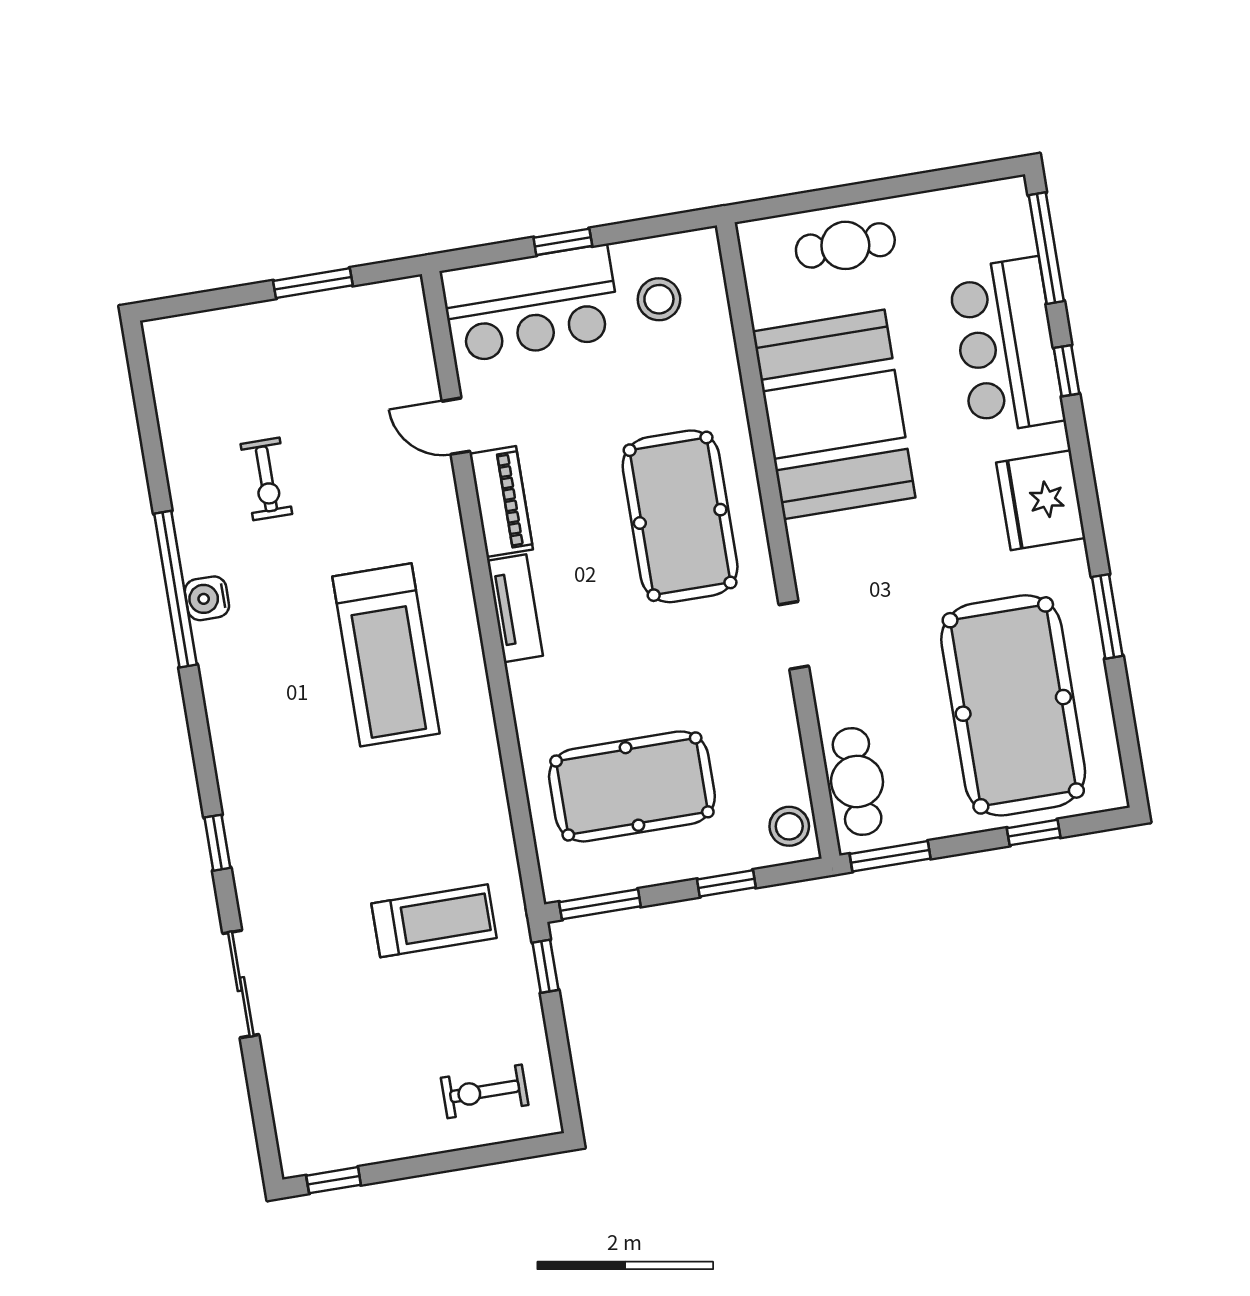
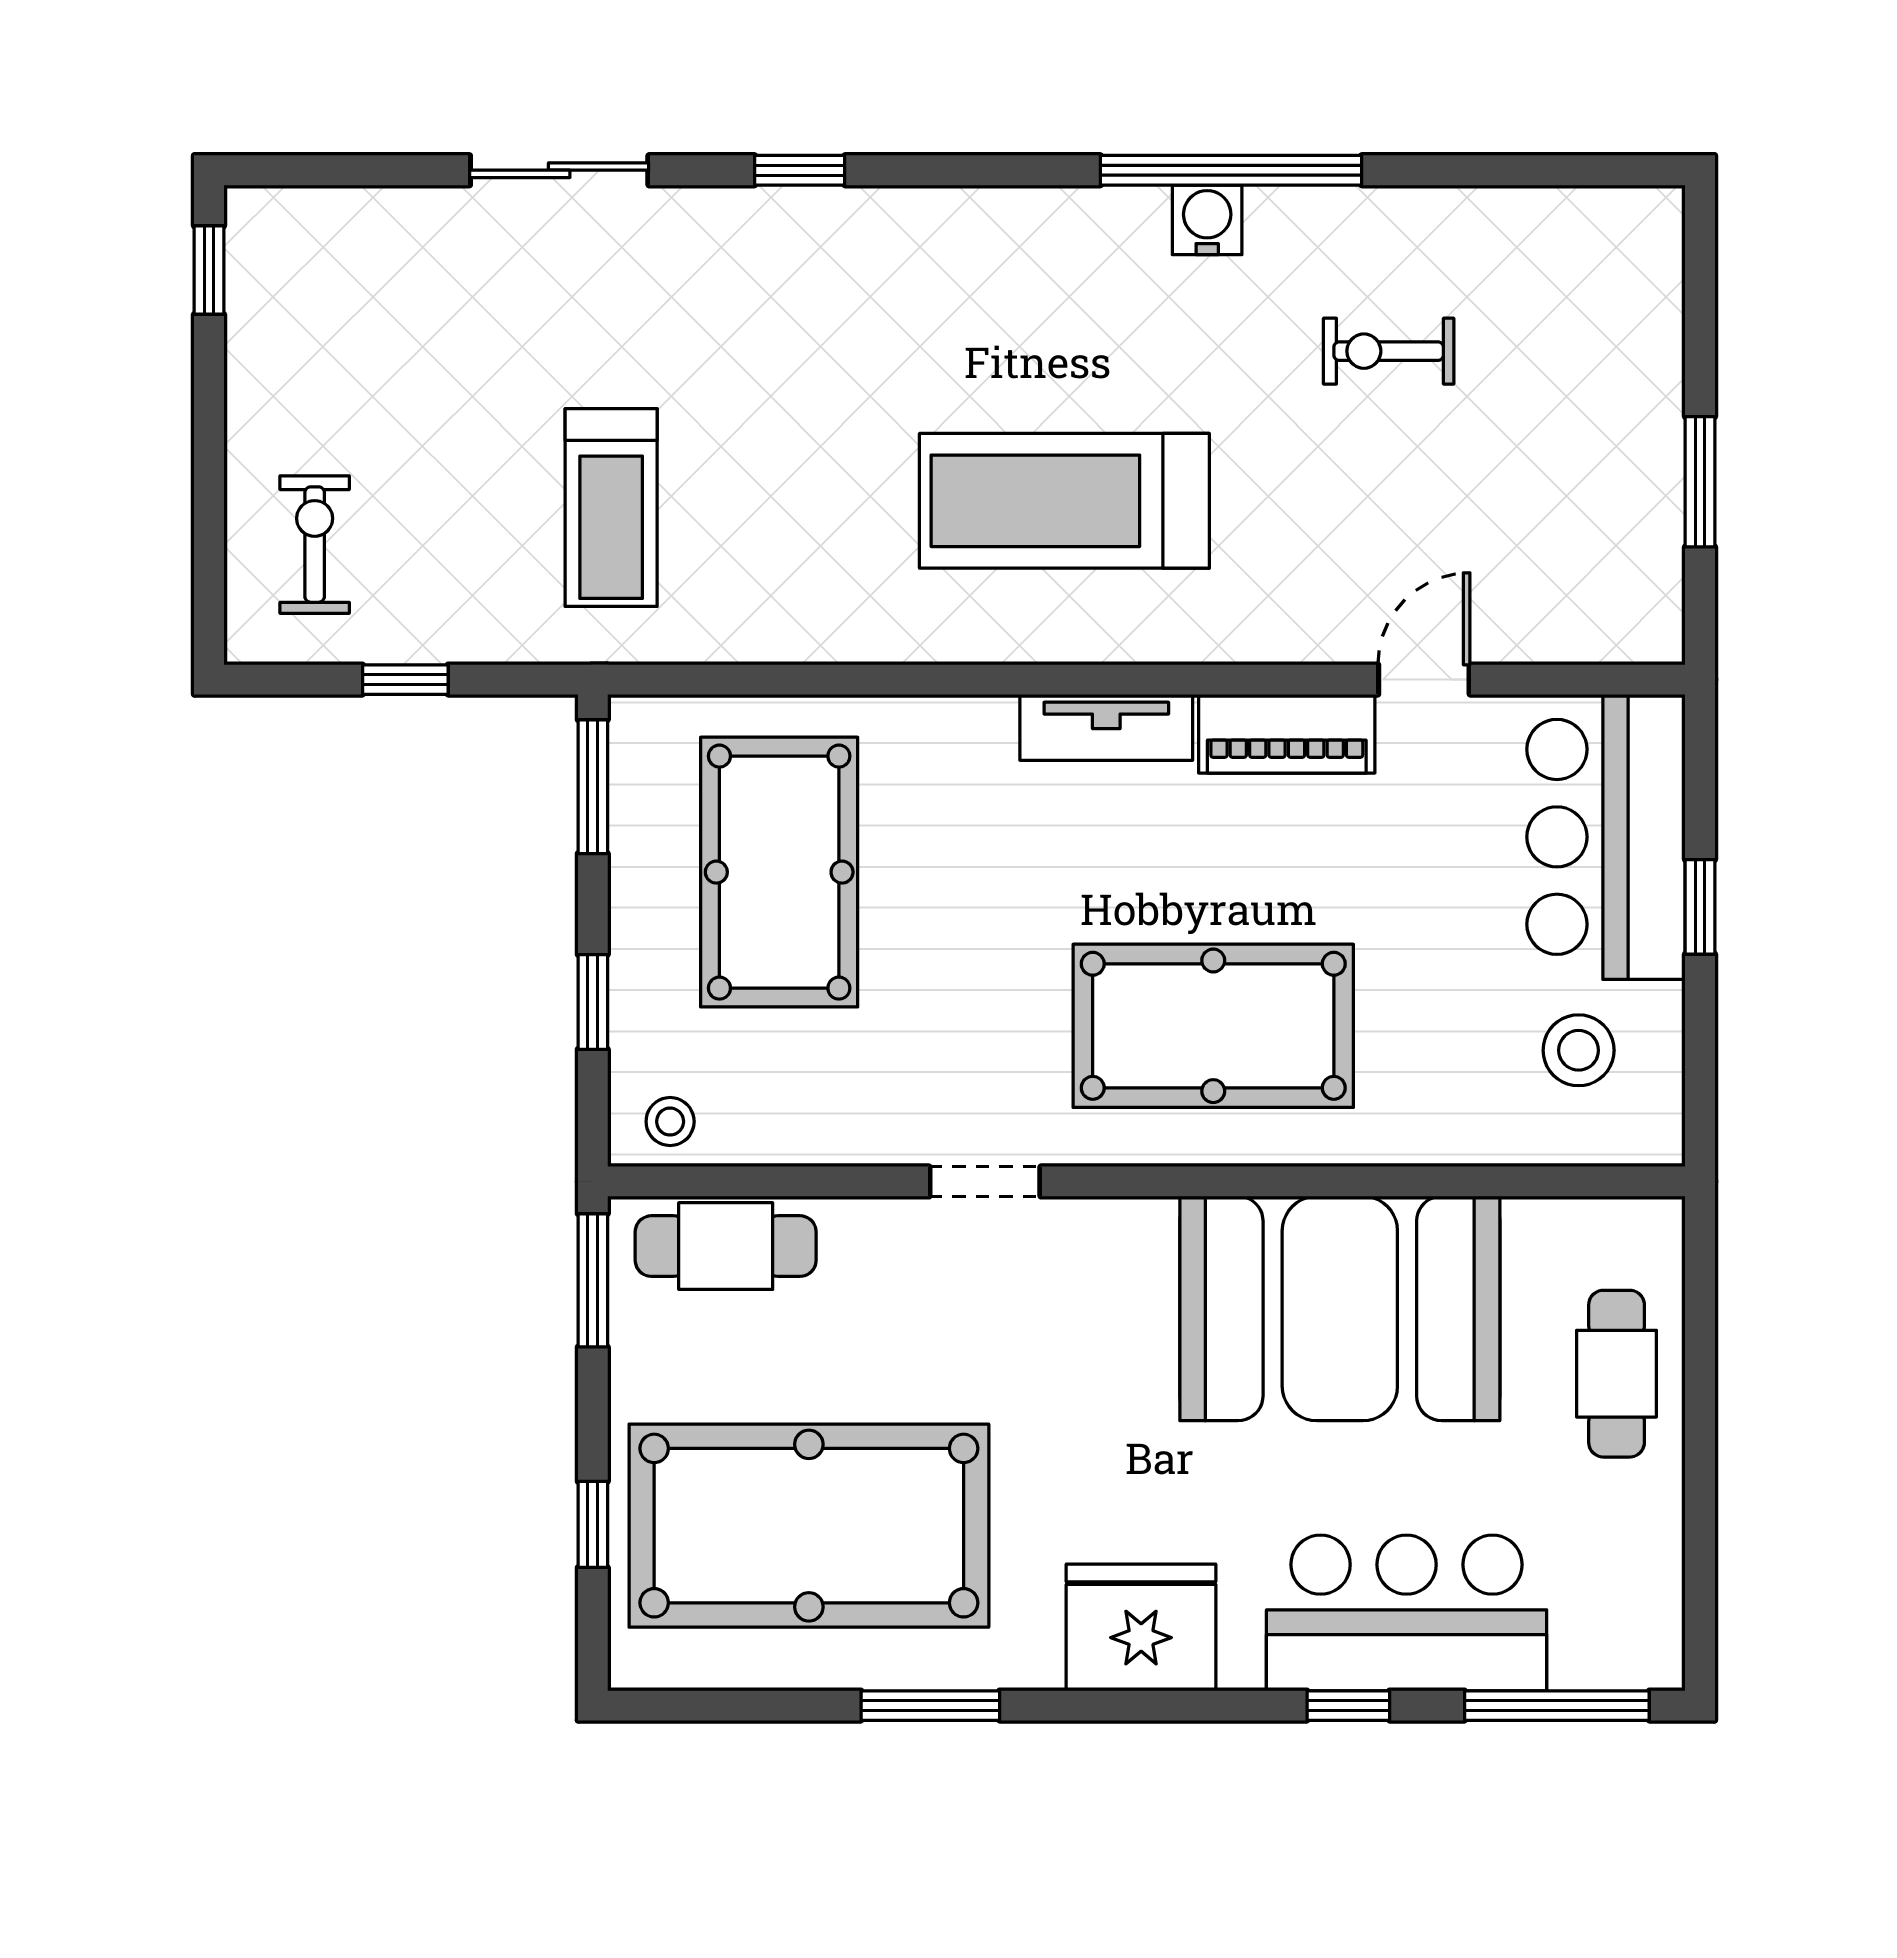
stool: (789, 826) -> (670, 1122), width x0.73, depth x0.73
window: (545, 966) -> (405, 680), moved

